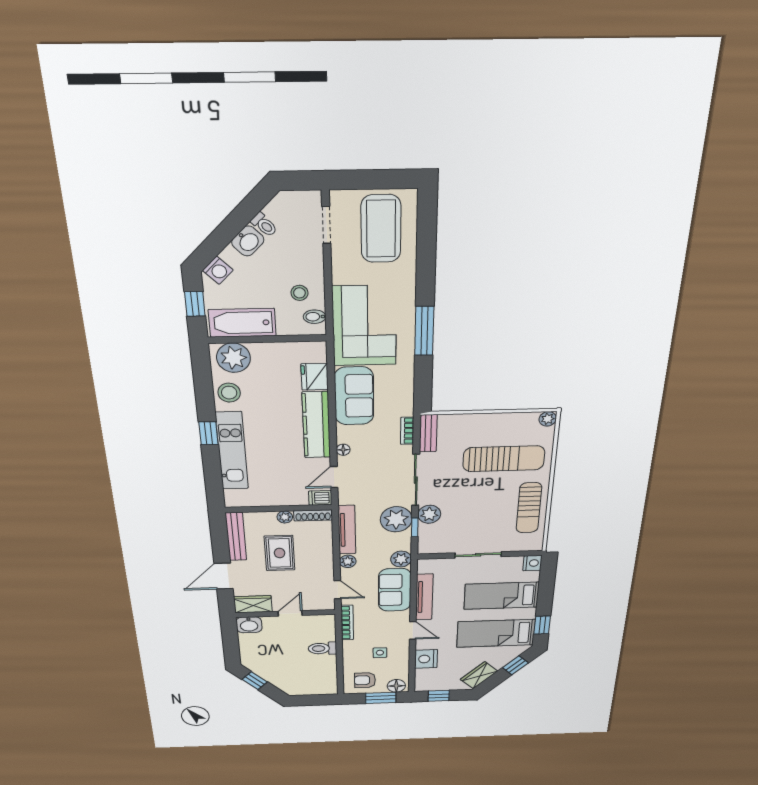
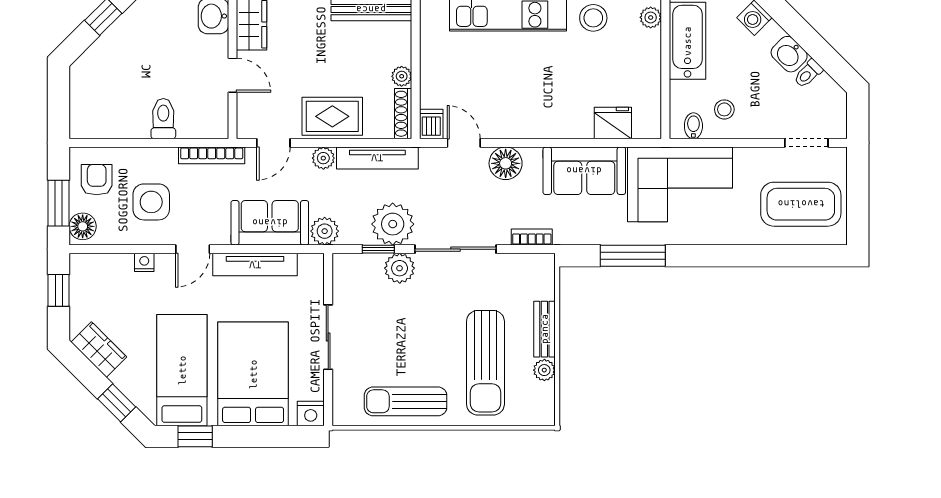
window: (424, 331) -> (633, 256), moved
plant: (233, 358) -> (651, 17), width x0.53, depth x0.53
plant: (548, 419) -> (544, 370), moved
kitchen counter: (316, 425) -> (544, 123), removed
bench: (428, 433) -> (544, 329), moved, turned 90
floor lamp: (343, 450) -> (506, 163), width x1.89, depth x1.89
rug: (280, 553) -> (332, 116), moved
bed: (501, 596) -> (253, 374), width x1.50
side table: (380, 653) -> (151, 202), width x1.87, depth x1.87
nightstand: (426, 659) -> (144, 262), width x0.53, depth x0.56

